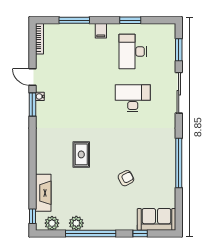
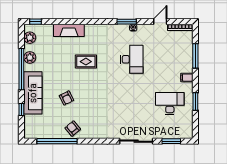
door: (32, 77) -> (160, 22), moved
desk: (133, 98) -> (132, 59), moved
window: (179, 163) -> (57, 141), moved
armchair: (163, 171) -> (73, 129), added
fireplace: (43, 193) -> (69, 30), moved
sofa: (157, 219) -> (33, 93), moved, width x1.36

